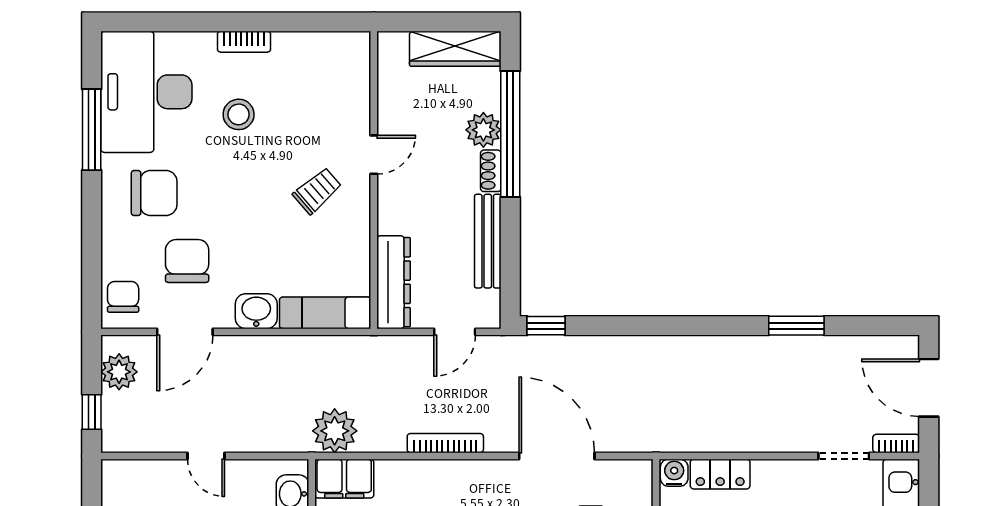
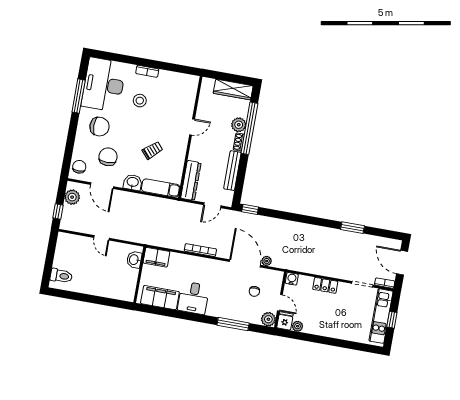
trolley: (317, 191) -> (152, 150), moved
door: (185, 332) -> (102, 186), hinge flipped
plant: (335, 431) -> (267, 261), moved, width x0.53, depth x0.53
locker: (720, 474) -> (325, 285), moved

